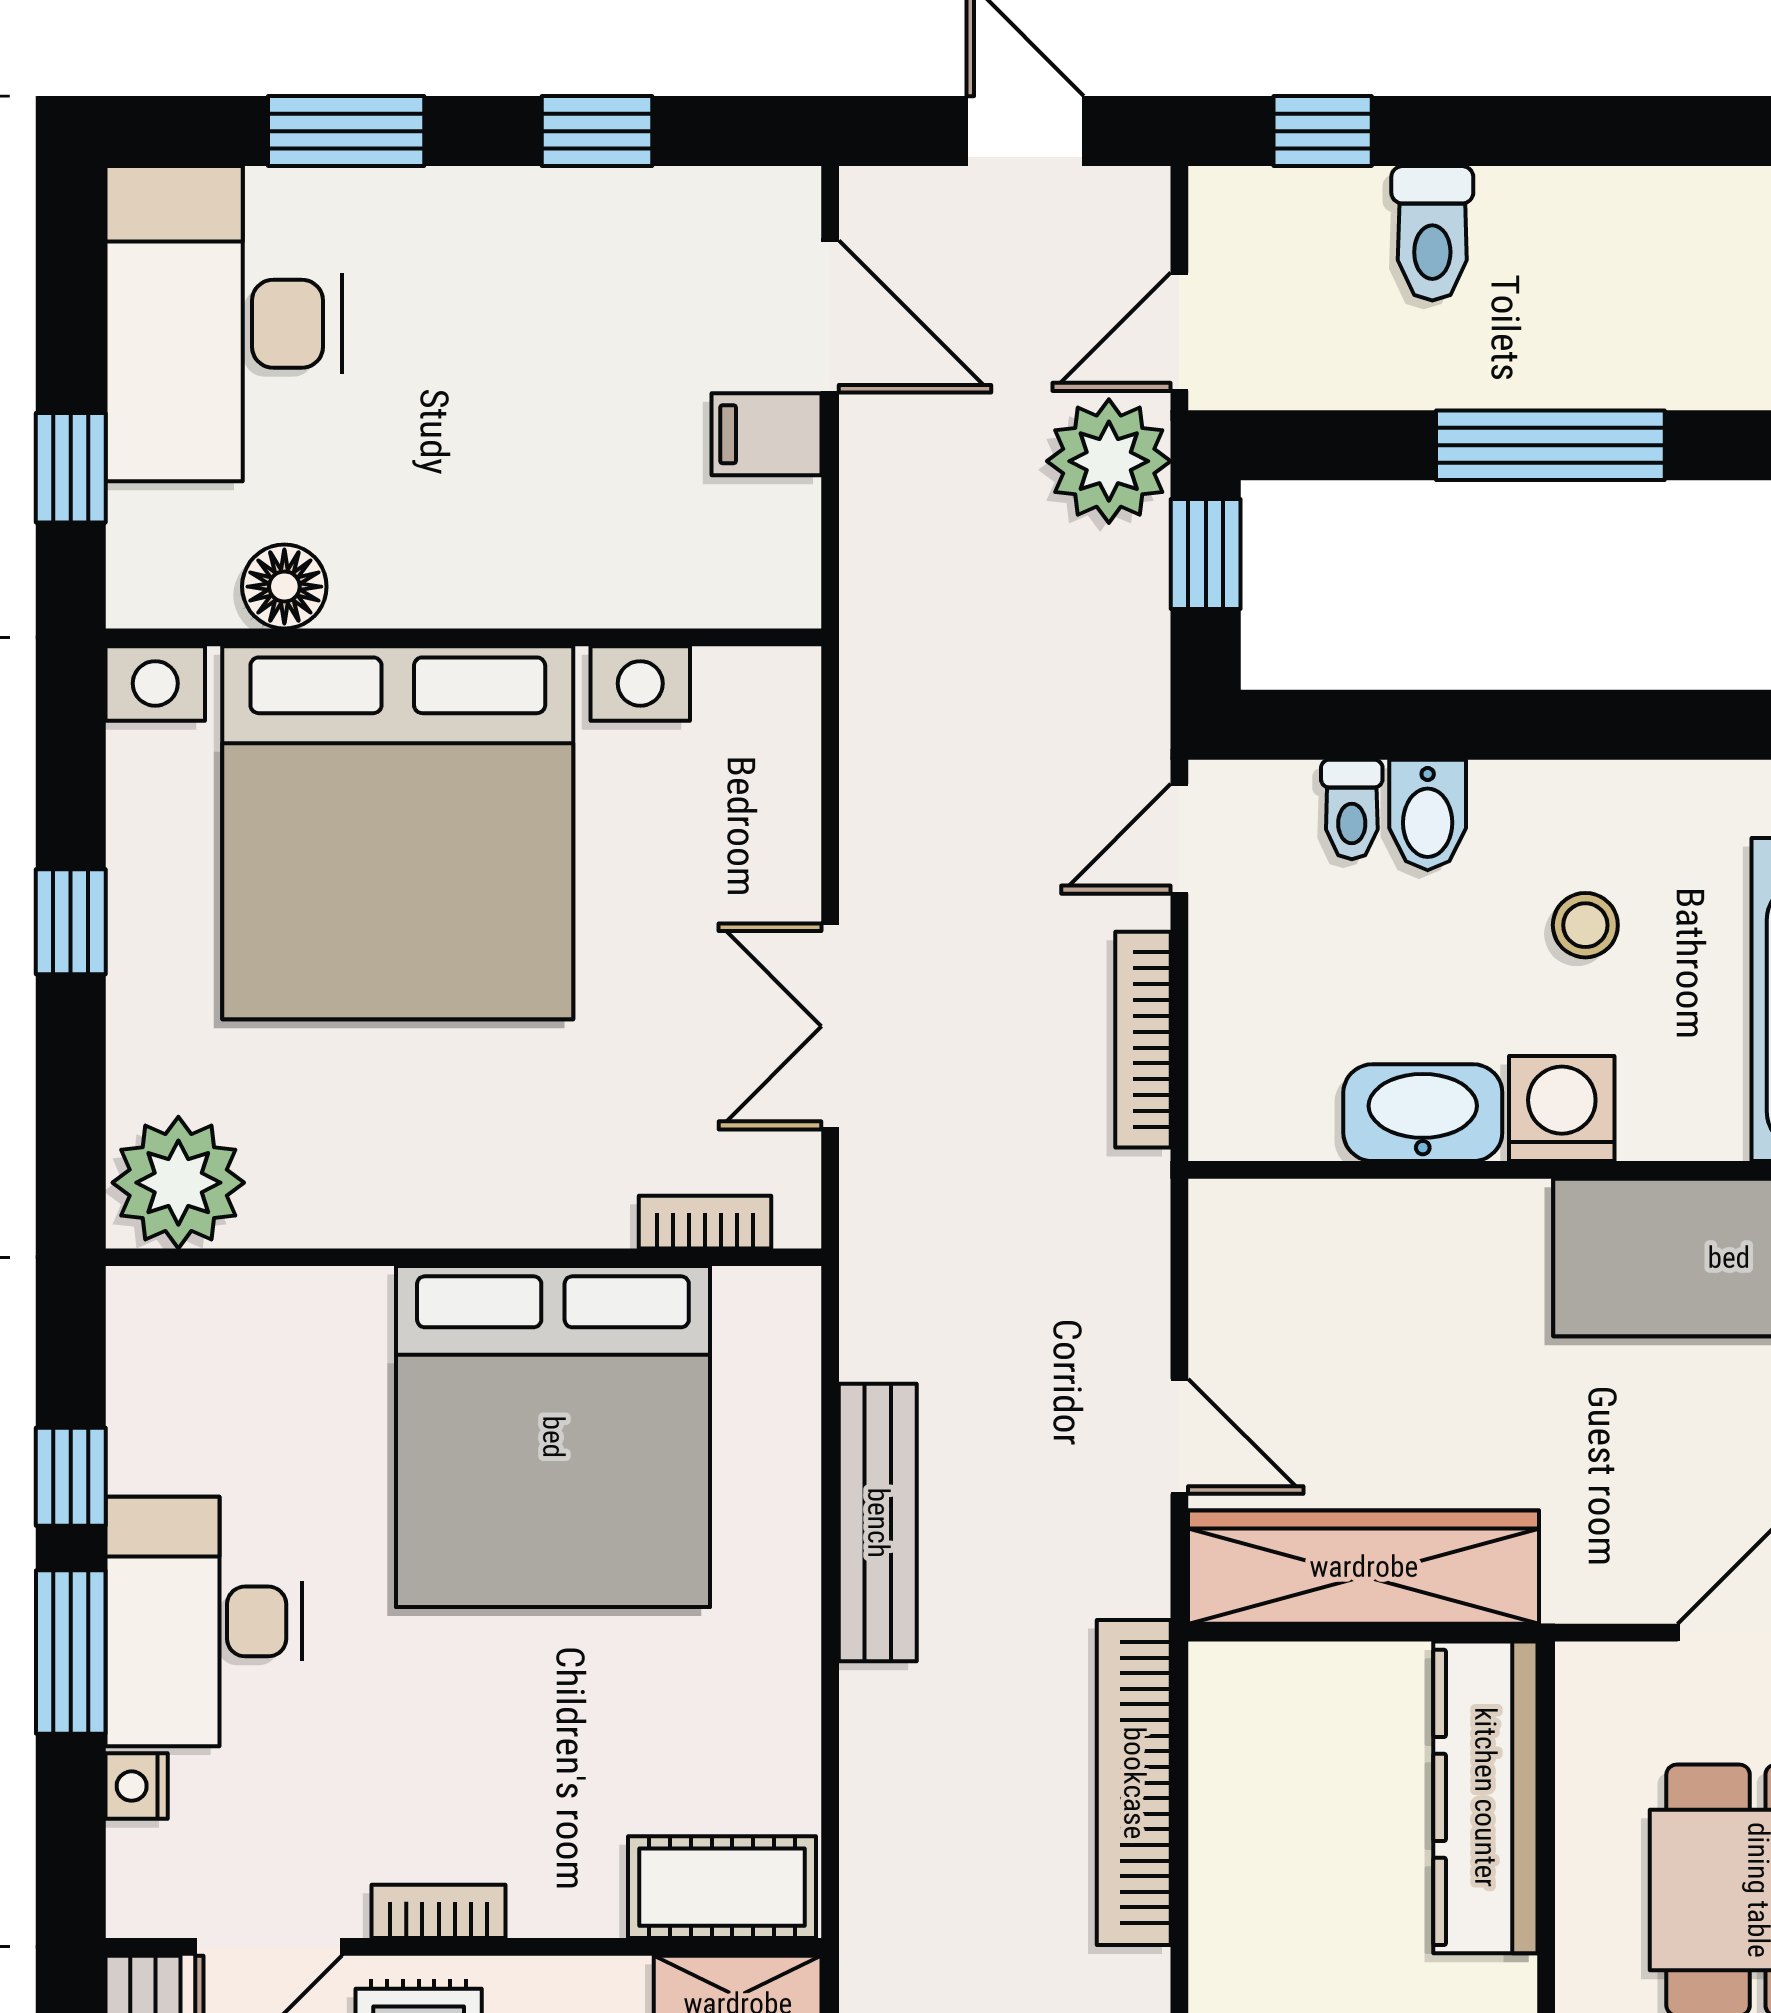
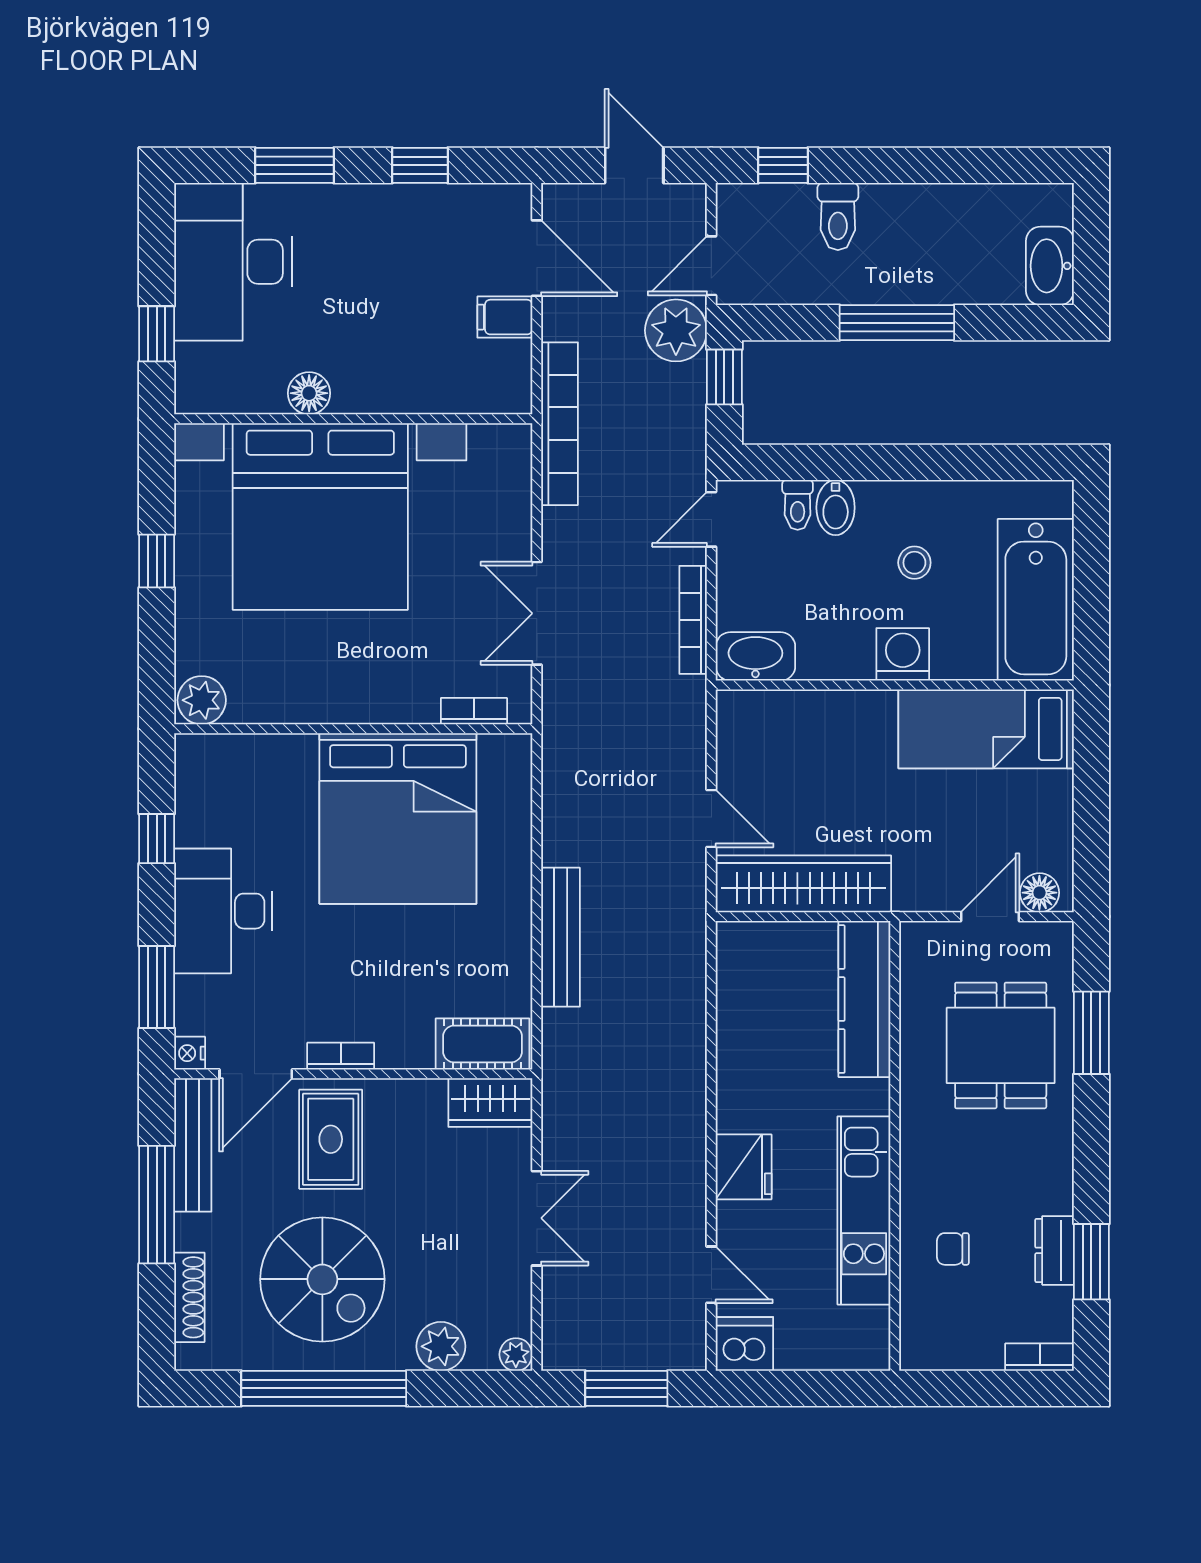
floor lamp: (284, 587) -> (309, 393), moved
washbasin: (1423, 1113) -> (755, 656), moved
plant: (178, 1183) -> (202, 700), width x0.73, depth x0.73
bench: (878, 1523) -> (560, 937), moved
window: (71, 1652) -> (157, 987), moved
bookcase: (1134, 1783) -> (559, 424), moved, turned 180
nightstand: (137, 1786) -> (190, 1053), moved

